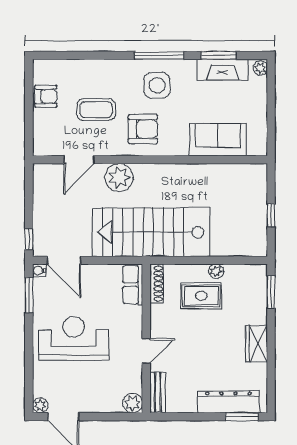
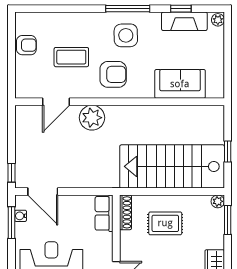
window: (219, 55) -> (181, 9), width x0.67
stairs: (151, 232) -> (172, 166), moved
water cooler: (39, 271) -> (21, 216), moved
plant: (216, 271) -> (218, 201), moved

